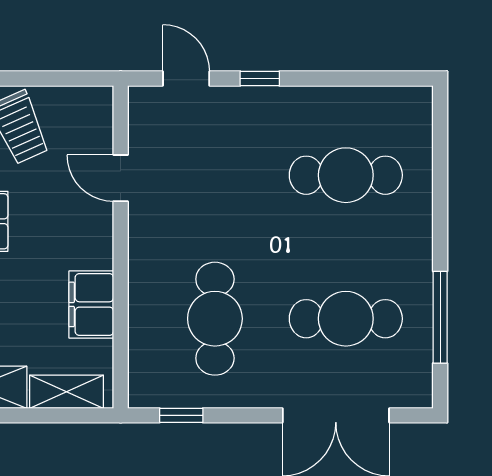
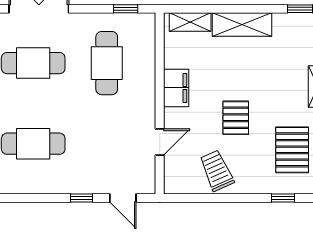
door: (121, 178) -> (160, 142), hinge flipped
filing cabinet: (91, 304) -> (176, 88), moved

